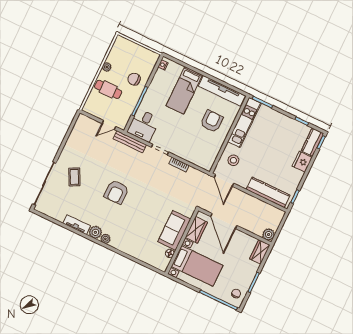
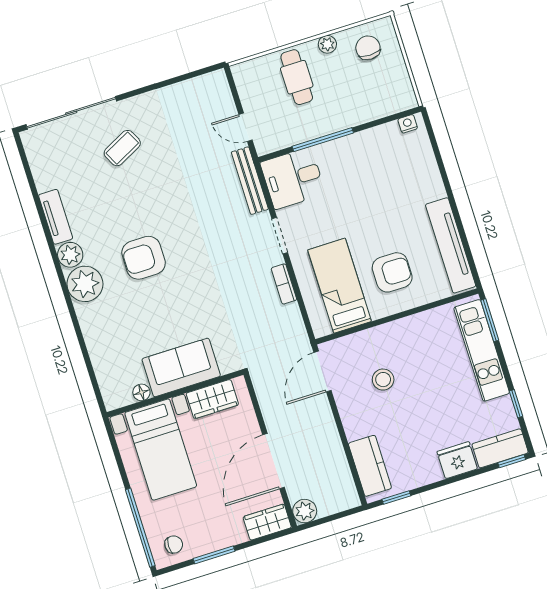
chair: (134, 79) -> (368, 48), moved
bed: (184, 90) -> (339, 286), moved, turned 90
kitchen unit: (244, 122) -> (482, 350), moved, turned 90
stool: (233, 160) -> (383, 380), moved
armchair: (116, 192) -> (144, 258), moved
kitchen counter: (268, 192) -> (370, 466), width x0.67
door: (224, 221) -> (274, 461), moved
plant: (105, 239) -> (85, 284), width x1.87, depth x1.87

